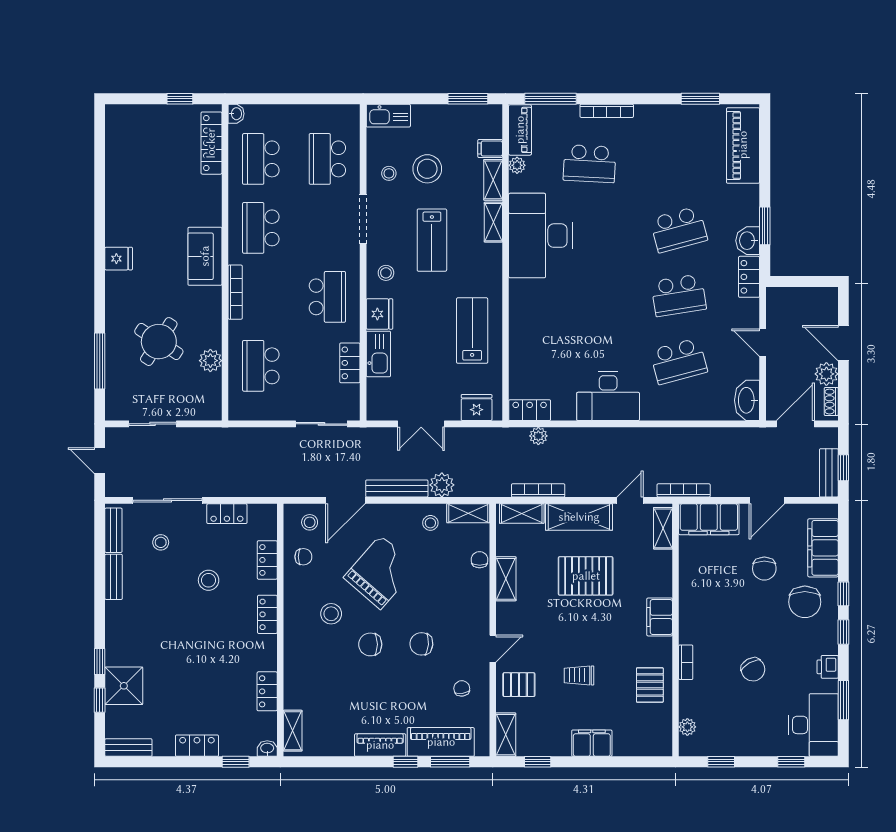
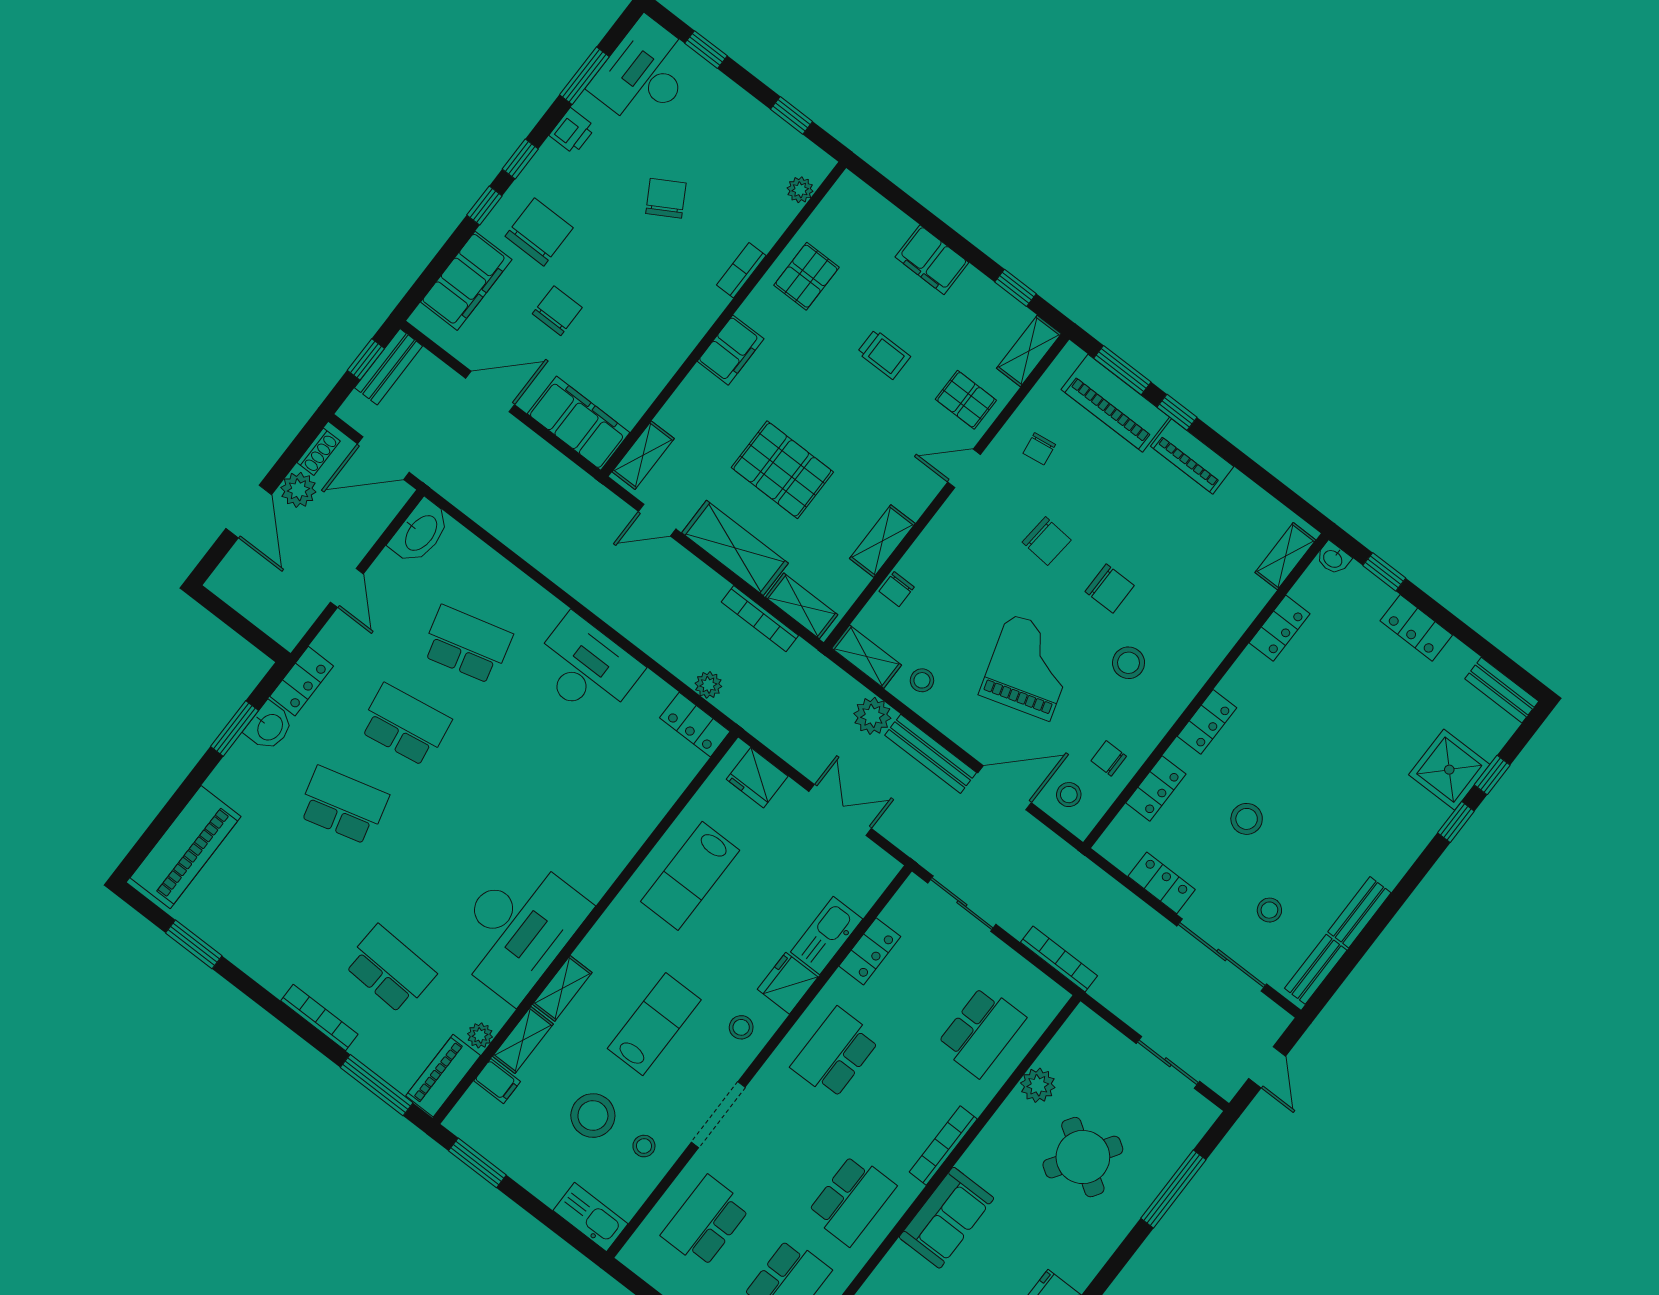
school desk: (327, 159) -> (706, 1221), turned 180
bookcase: (684, 490) -> (1059, 959), moved, turned 180
grand piano: (381, 572) -> (1029, 667), turned 122

